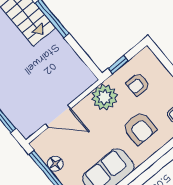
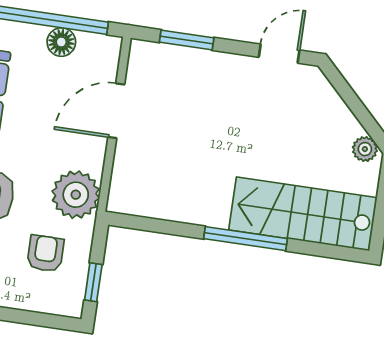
window: (118, 65) -> (93, 282), moved

